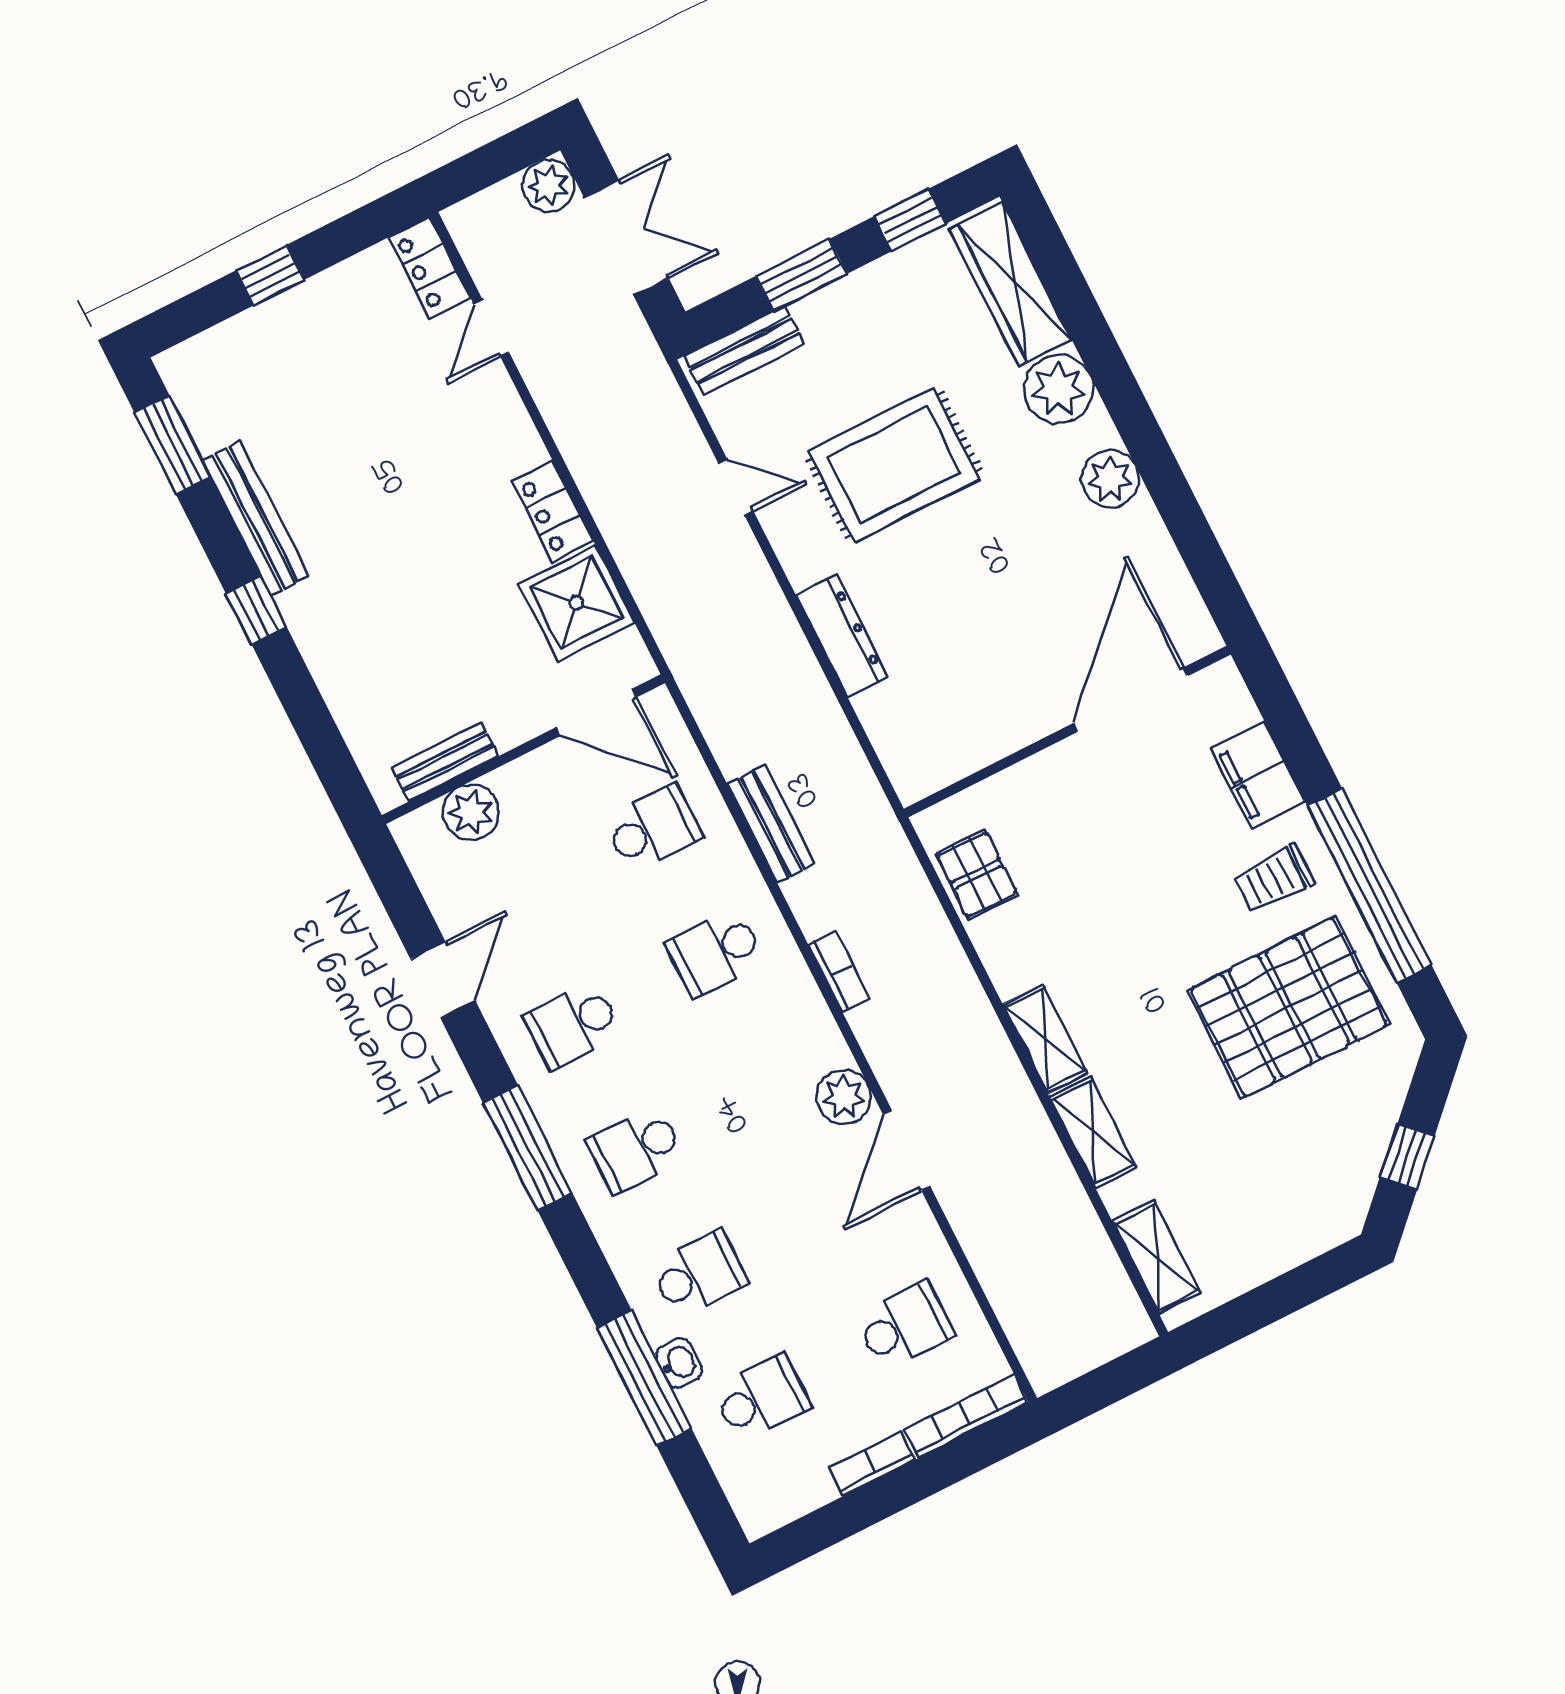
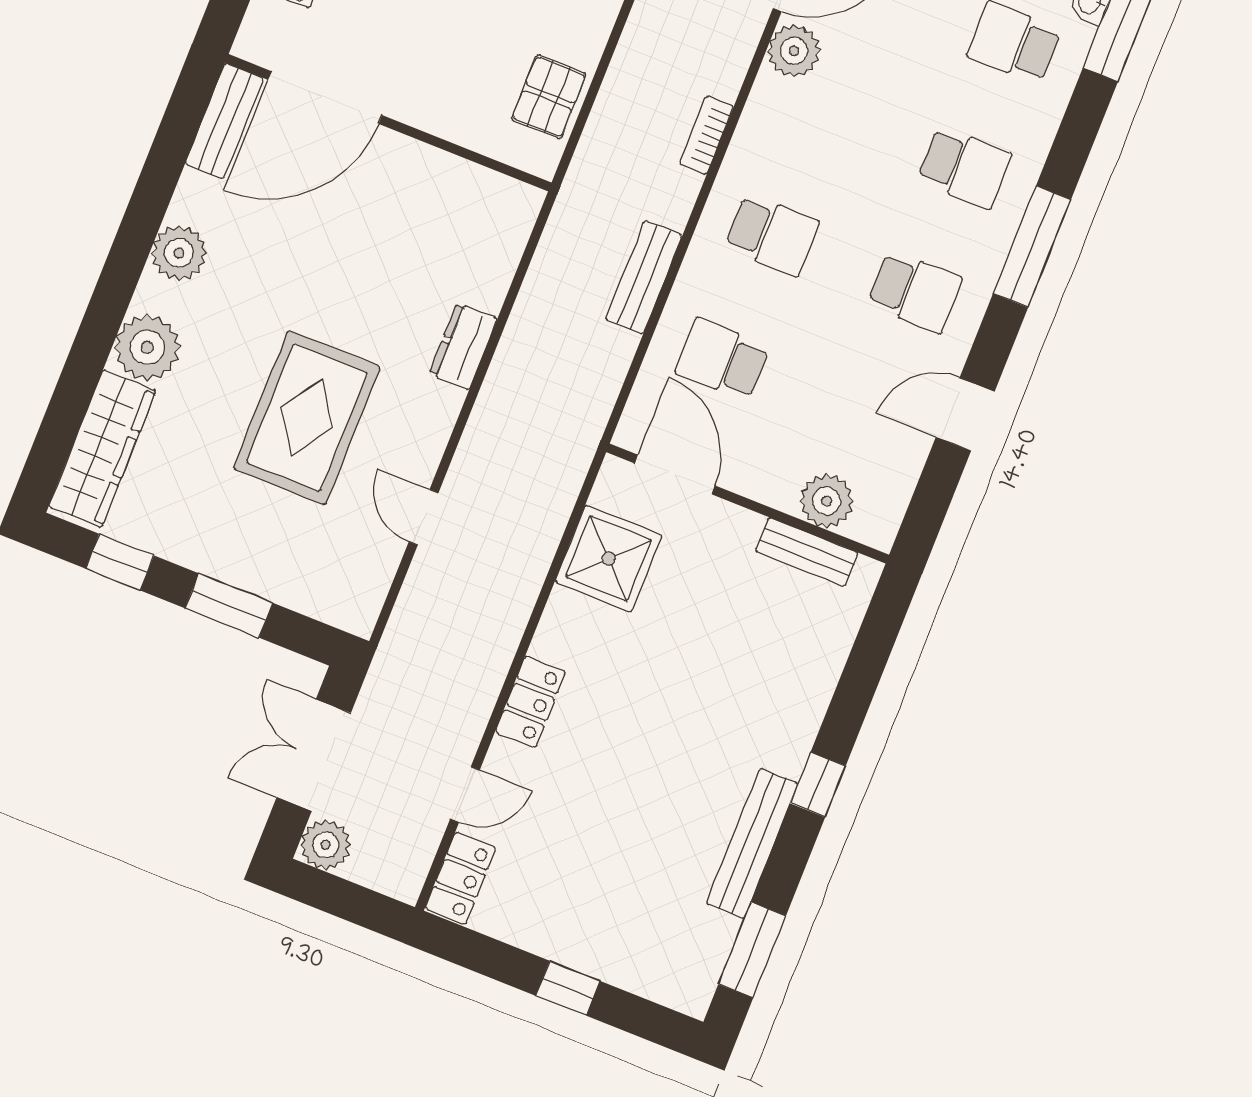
bench: (744, 350) -> (224, 121), moved, turned 90
rug: (894, 465) -> (307, 418), turned 90
locker: (553, 511) -> (531, 702), moved
dresser: (842, 636) -> (463, 346), width x0.70

